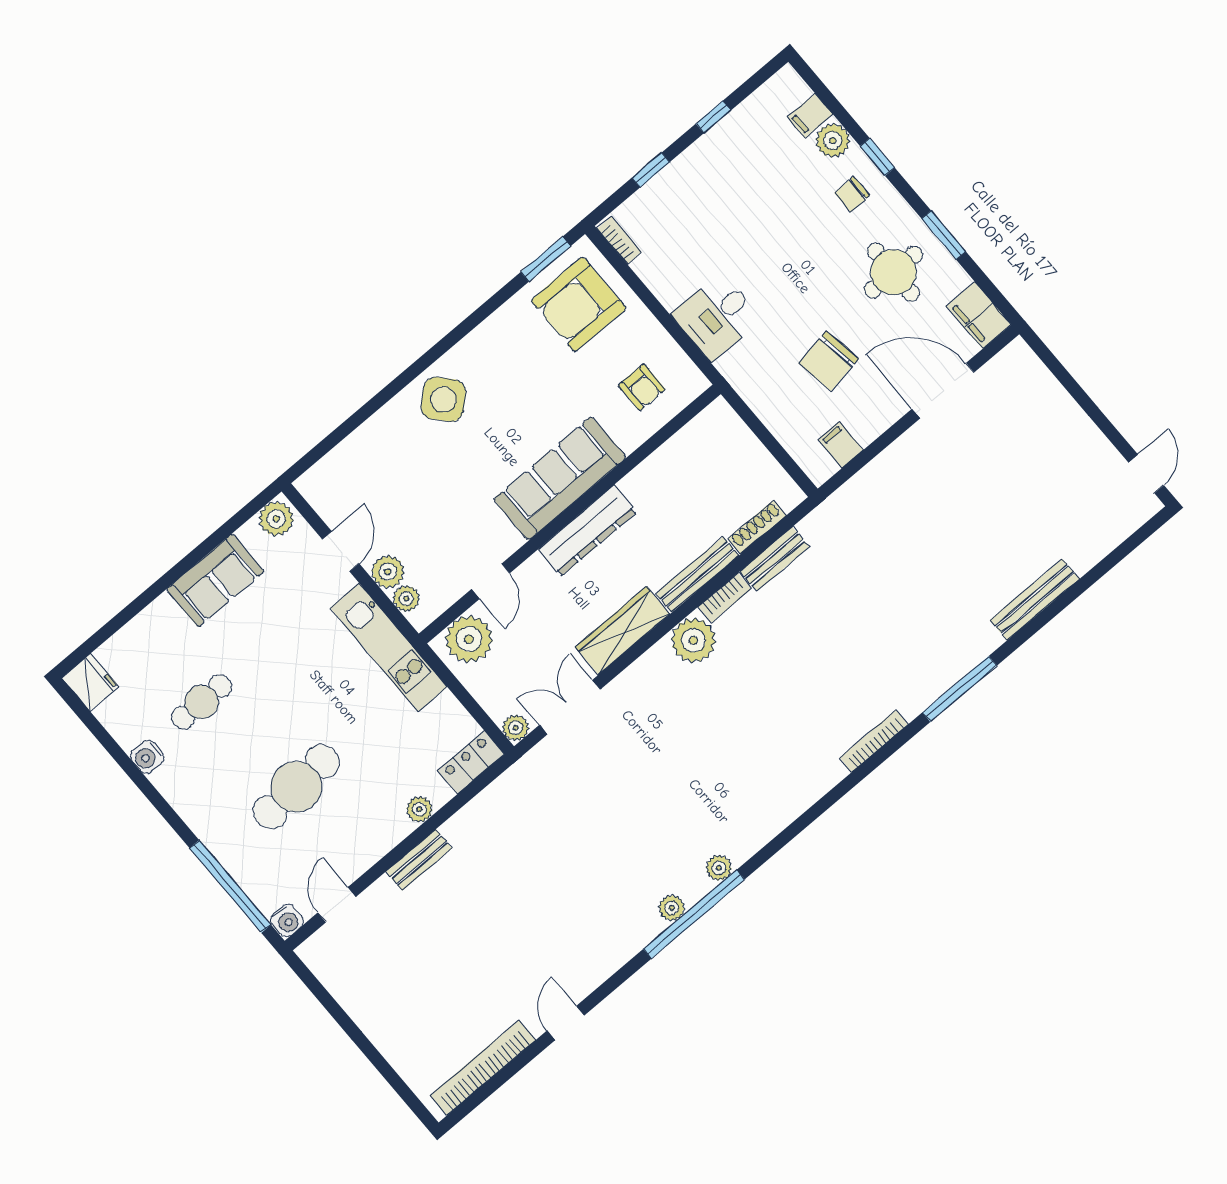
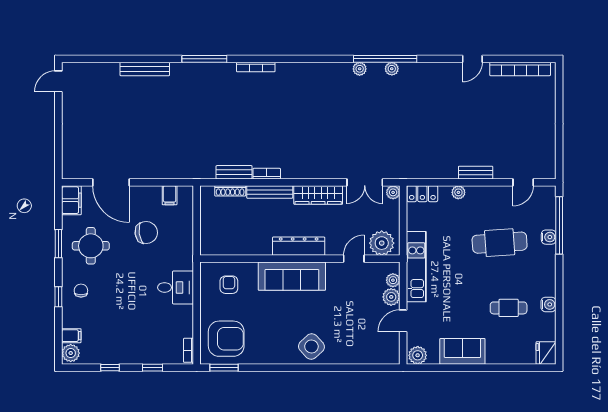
plant: (833, 141) -> (71, 353), moved
chair: (852, 194) -> (81, 291), turned -90
plant: (693, 640) -> (293, 167), removed
water cooler: (287, 920) -> (549, 237), moved, turned 90

